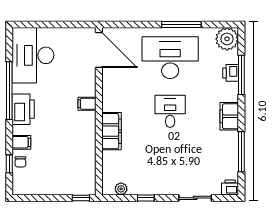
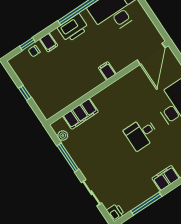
desk: (170, 111) -> (141, 134), turned 180
filing cabinet: (112, 131) -> (80, 114), moved
window: (81, 198) -> (25, 93), moved
window: (146, 198) -> (68, 157), width x2.17

